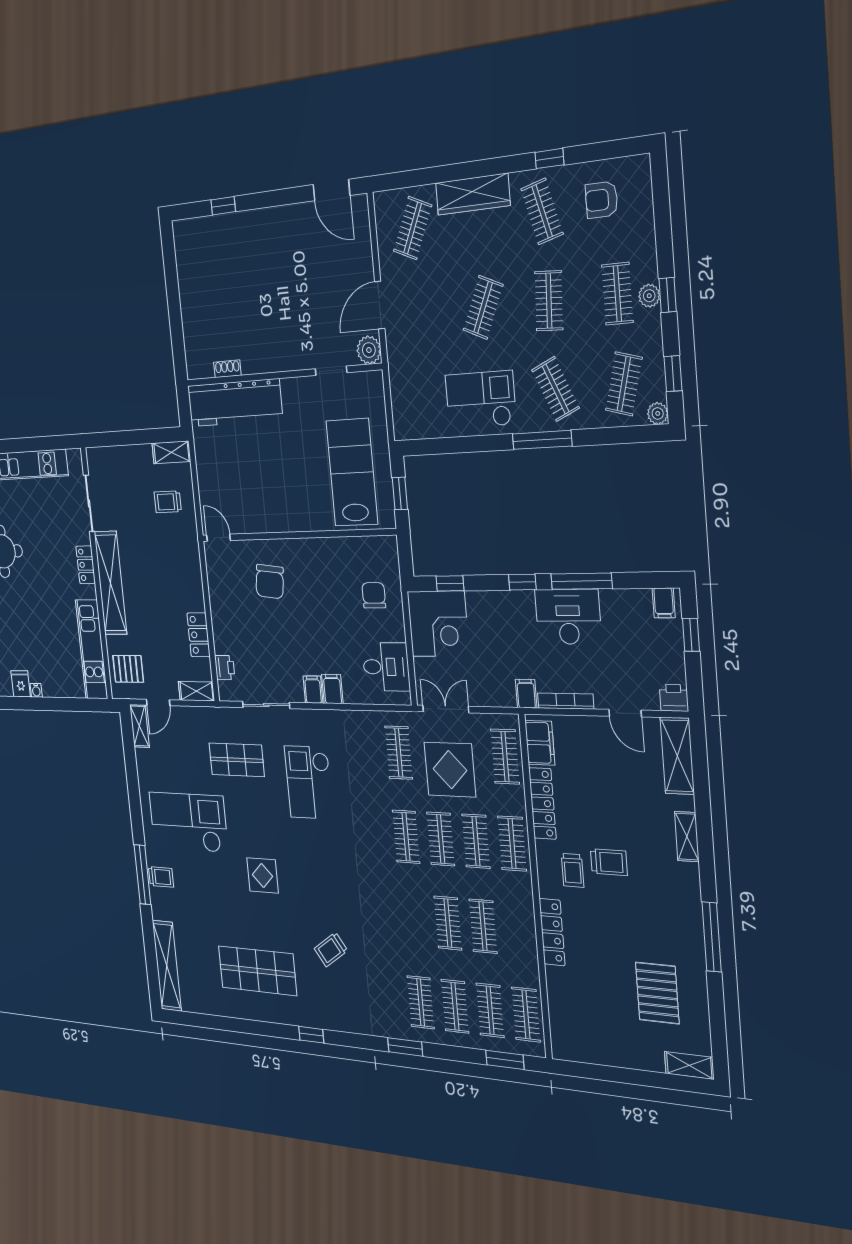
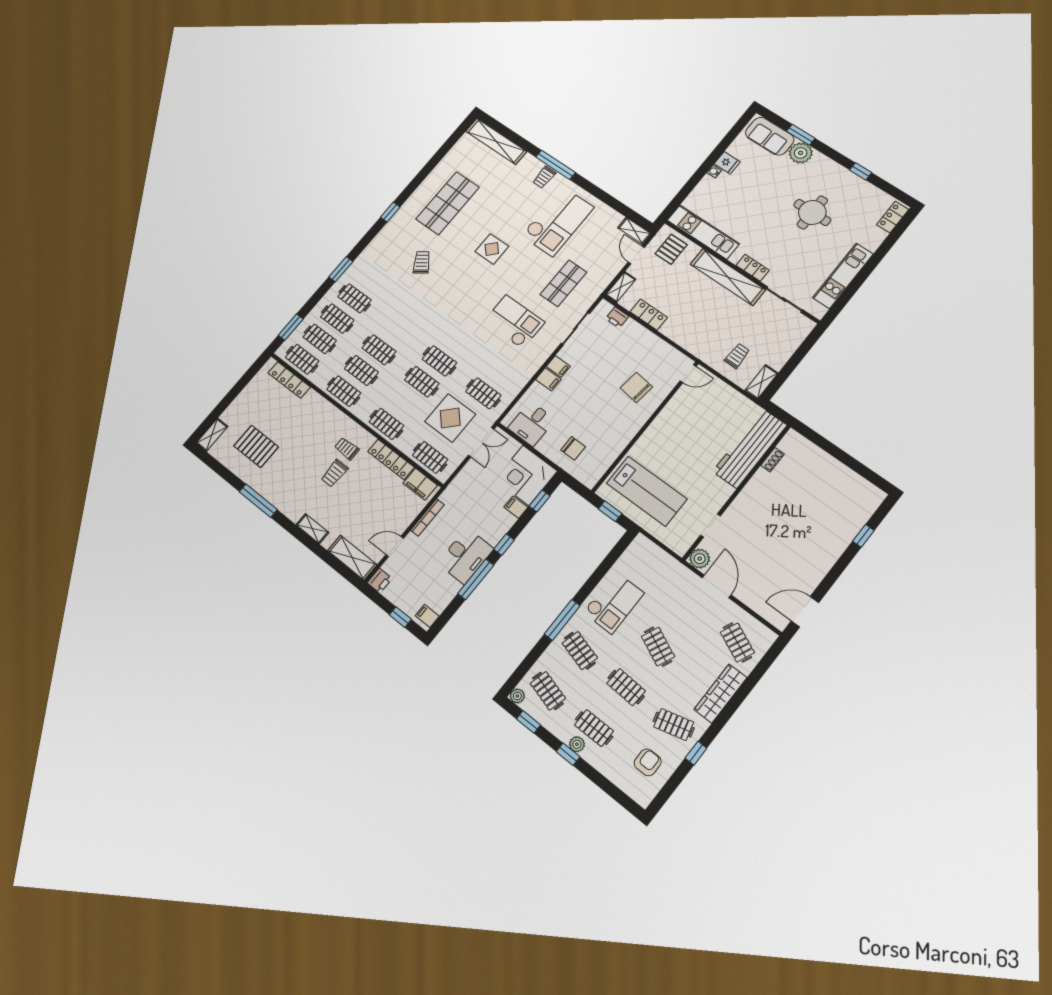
clothes rail: (556, 389) -> (580, 651), turned 39
filing cabinet: (526, 694) -> (516, 507), moved, turned 180
clothes rail: (476, 841) -> (344, 391), moved
locker: (552, 932) -> (289, 380), moved

